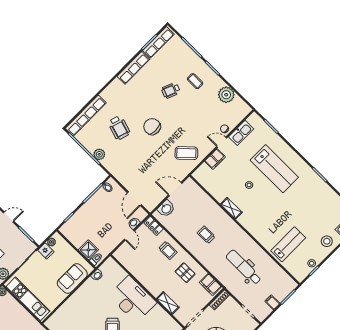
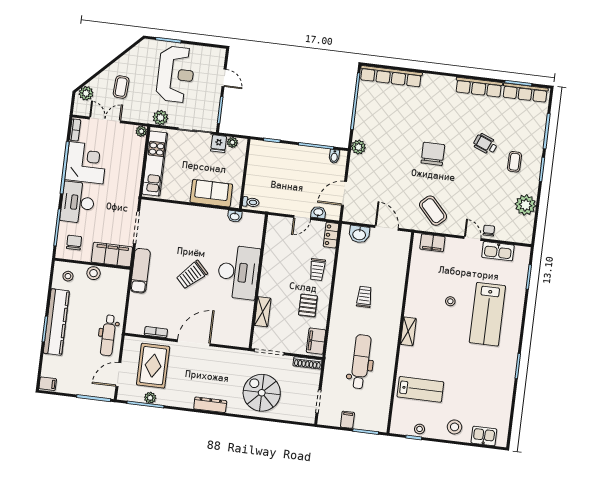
wheelchair: (119, 128) -> (405, 120), removed
plant: (99, 154) -> (358, 147), moved
filing cabinet: (215, 159) -> (432, 243), moved
shelving: (231, 208) -> (408, 331), moved
shower: (88, 250) -> (254, 187), removed

